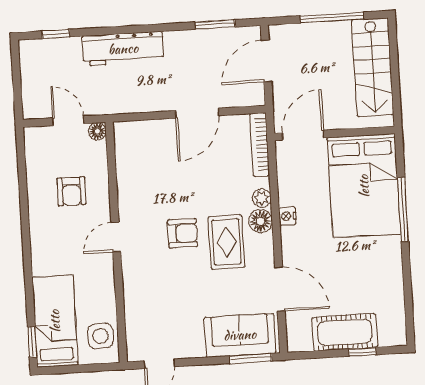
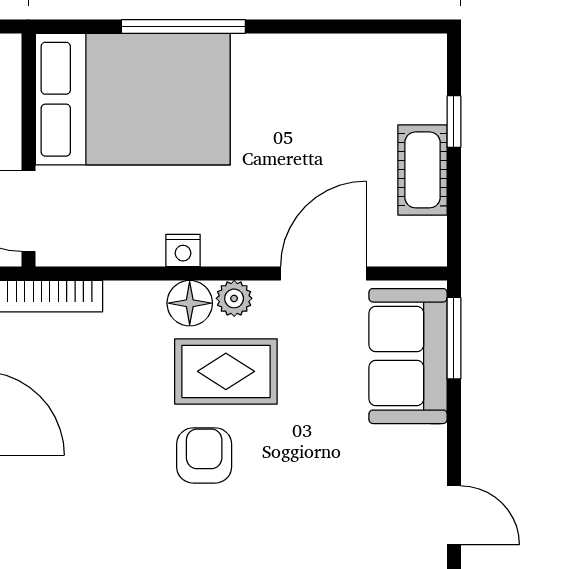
plant: (262, 198) -> (234, 298), moved
cot: (345, 332) -> (423, 170), width x0.73, depth x0.75

